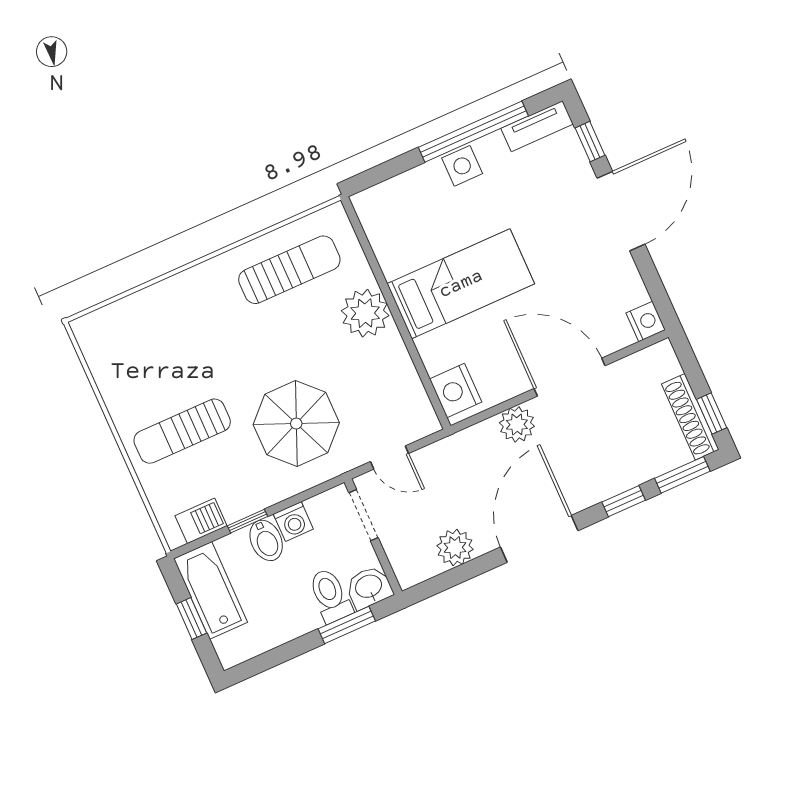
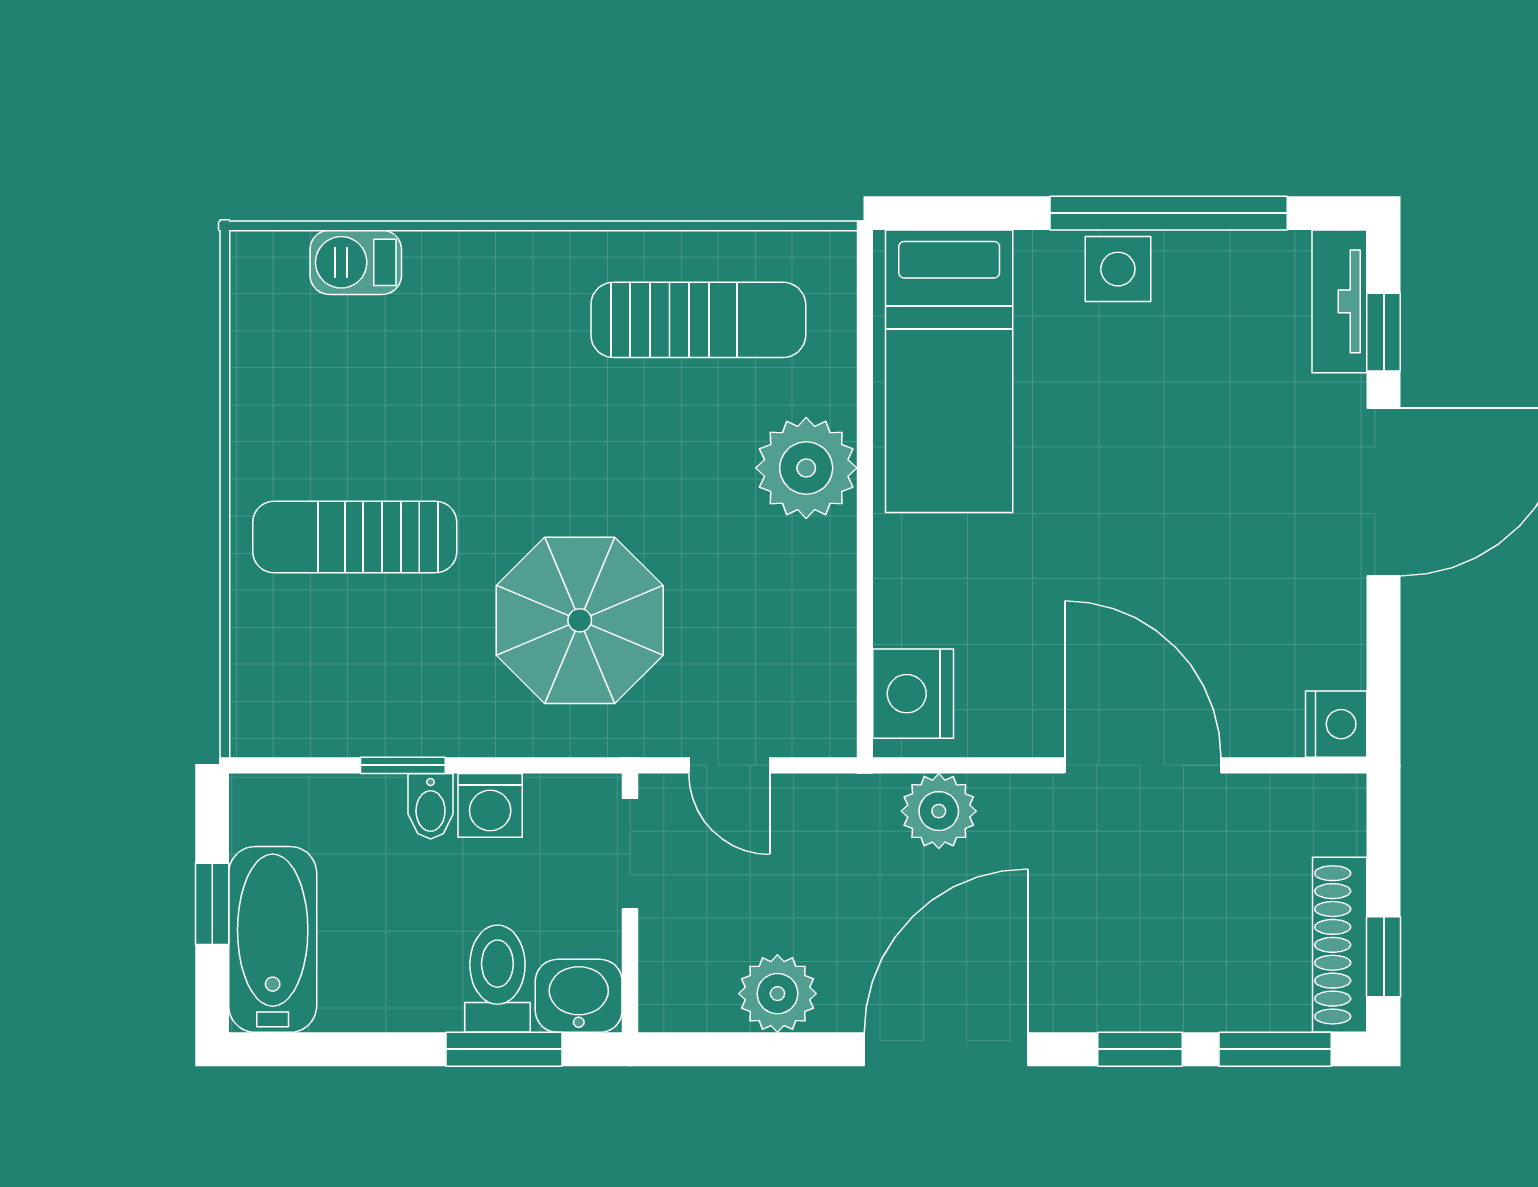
tv unit: (537, 126) -> (1339, 301), moved, turned 90
bed: (461, 284) -> (949, 371), moved, turned 90
plant: (517, 424) -> (939, 811), moved
barbecue: (201, 521) -> (356, 262), moved, turned 180
bidet: (266, 540) -> (431, 806), width x0.72, depth x0.74
bathtub: (211, 590) -> (273, 939), moved

